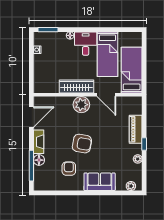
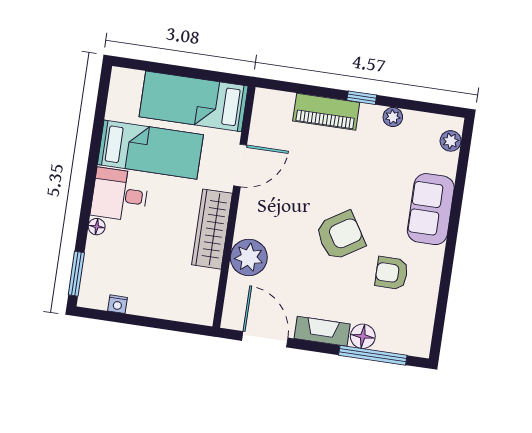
plant: (81, 105) -> (249, 257), moved
armchair: (82, 144) -> (340, 236), turned 48

